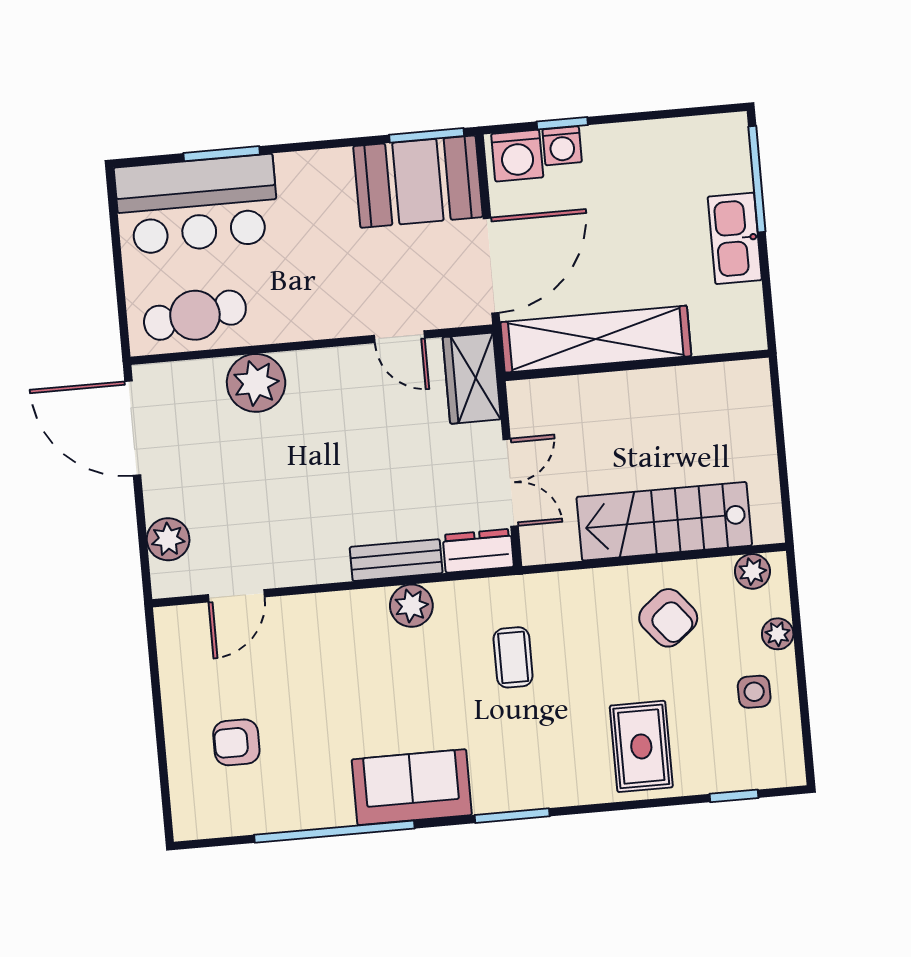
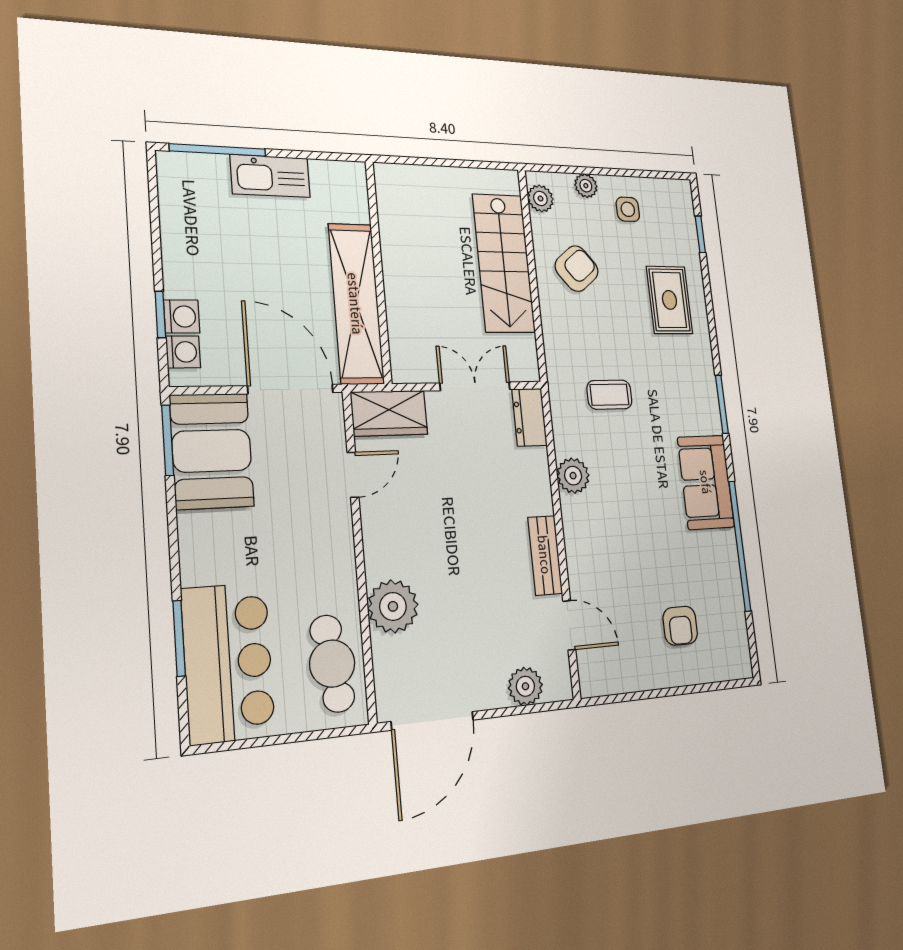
washing machine: (517, 156) -> (183, 352), width x0.73, depth x0.73
bench: (396, 560) -> (545, 555), moved
rug: (641, 746) -> (669, 300), turned 90

